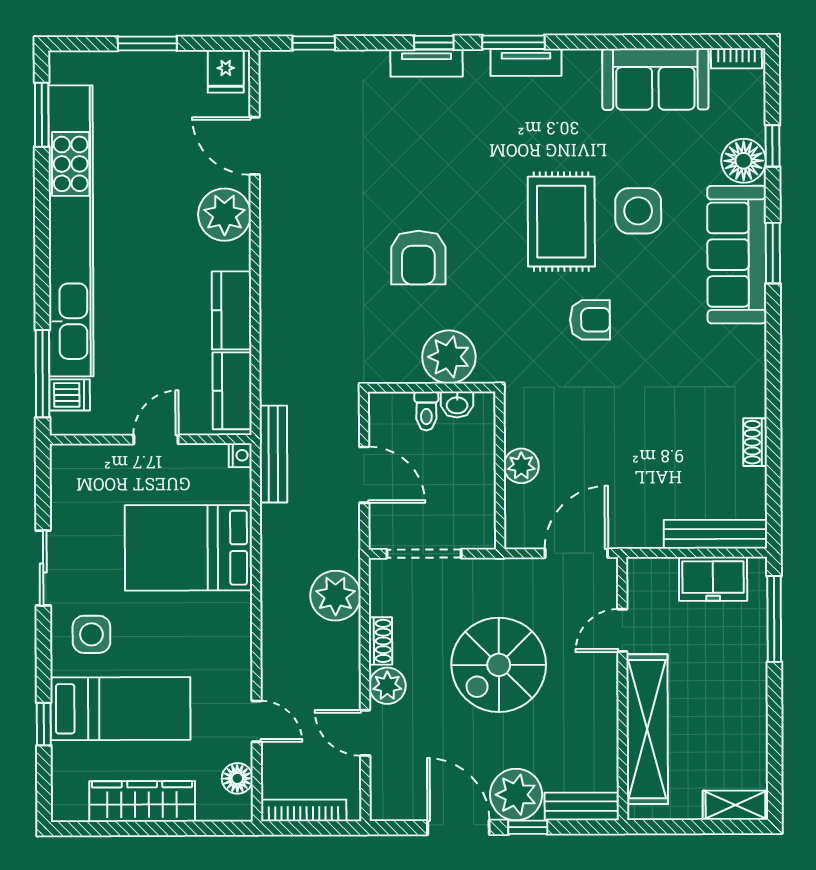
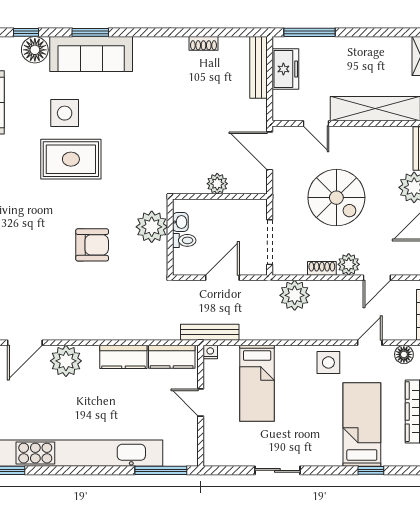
armchair: (590, 320) -> (130, 142), removed
dishwasher: (70, 395) -> (174, 454), removed
bed: (188, 548) -> (257, 383), width x0.67
side table: (91, 634) -> (328, 362), moved

